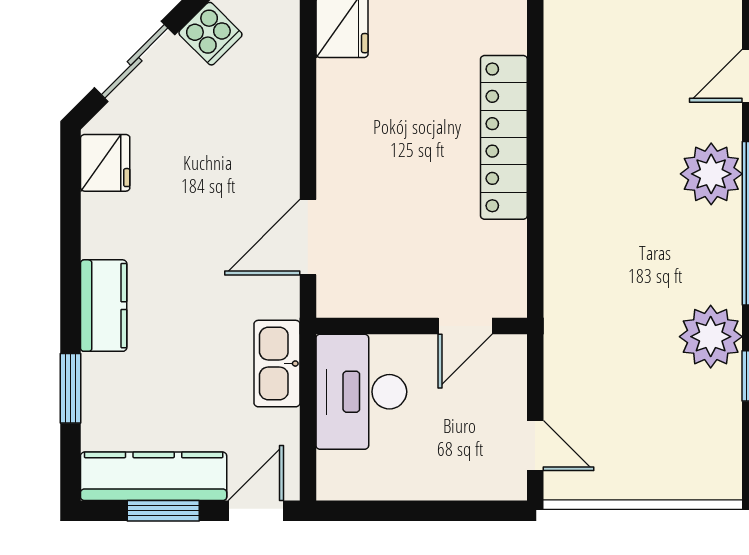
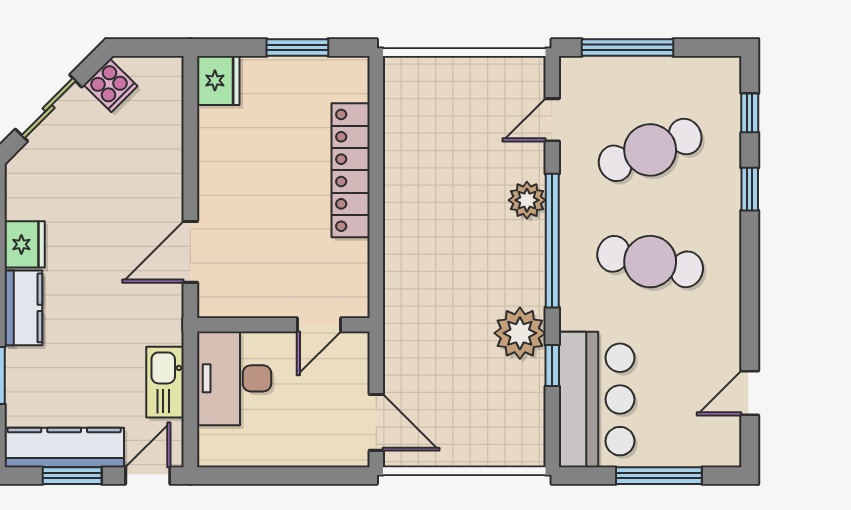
fridge: (105, 163) -> (25, 244), moved
plant: (711, 174) -> (527, 200), width x0.73, depth x0.73
kitchen sink: (277, 364) -> (165, 382), moved
door: (535, 445) -> (376, 422), width x1.38

